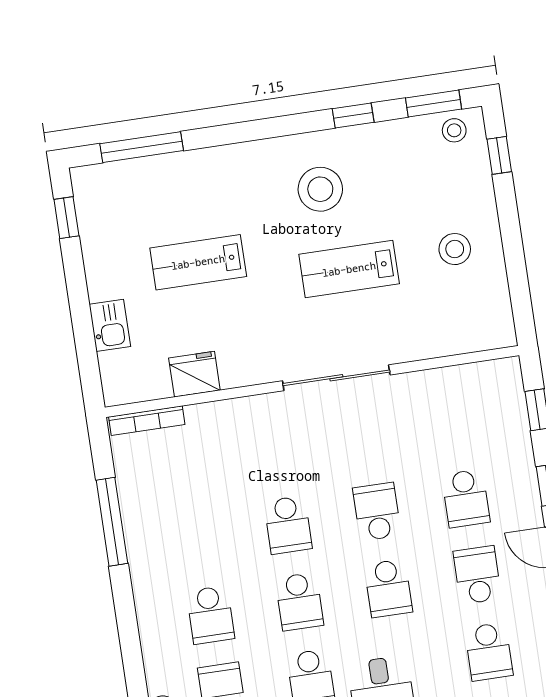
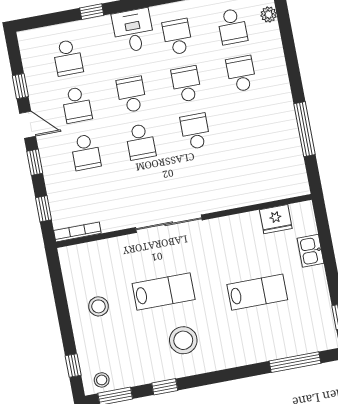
fridge: (194, 374) -> (276, 219), moved
bookcase: (147, 421) -> (77, 232), moved
school desk: (466, 498) -> (86, 152), turned 180
school desk: (489, 652) -> (68, 58), turned 180

